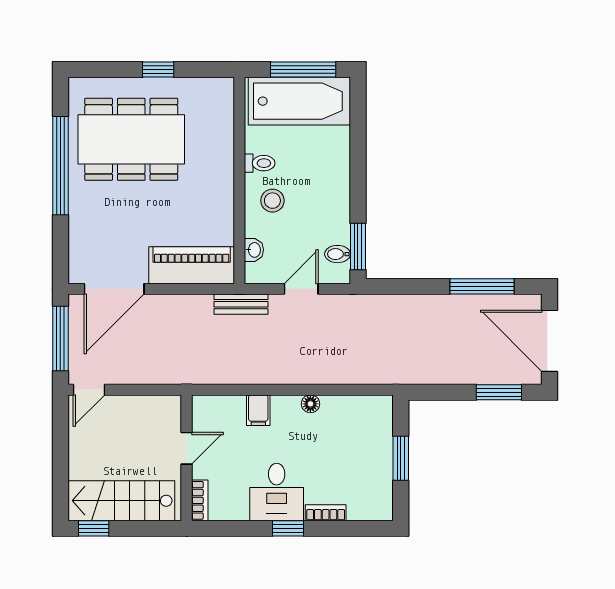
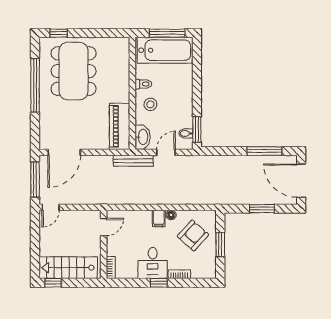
window: (158, 70) -> (59, 33), moved
dining table: (131, 139) -> (74, 71), turned 90
washbasin: (254, 250) -> (143, 137), width x1.91, depth x1.45
piano: (192, 265) -> (120, 126), moved, turned -90
bench: (241, 304) -> (133, 161), width x1.36
window: (499, 392) -> (262, 209), moved
filing cabinet: (258, 410) -> (159, 218), moved
armchair: (351, 442) -> (193, 235), added
door: (187, 448) -> (104, 227), moved

